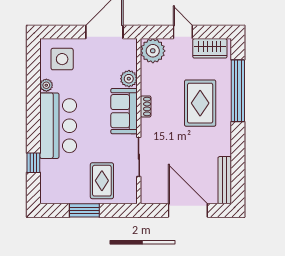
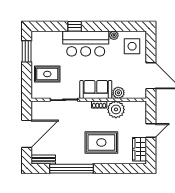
plant: (153, 51) -> (116, 109), moved
window: (238, 91) -> (71, 169), moved
window: (33, 163) -> (75, 26), moved
bench: (225, 180) -> (43, 160), width x0.73
window: (84, 210) -> (27, 51), moved

